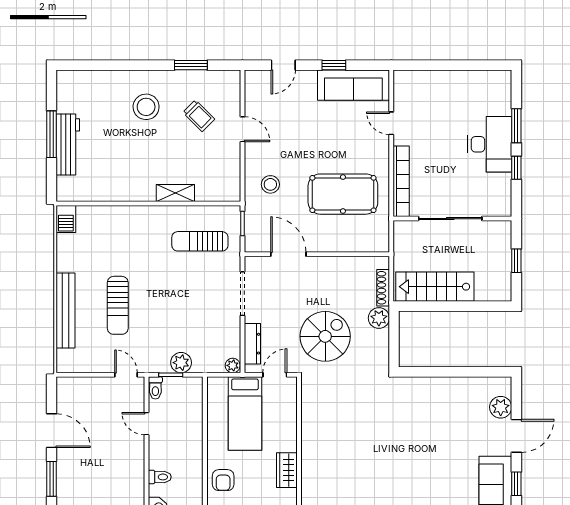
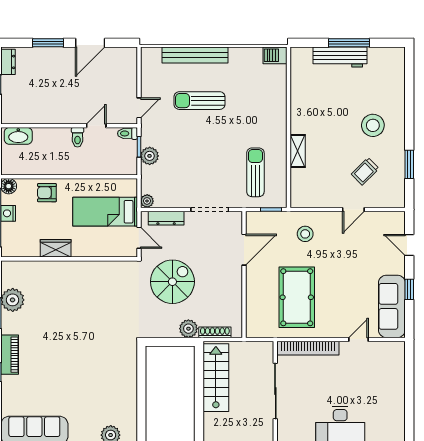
spiral stairs: (325, 336) -> (172, 282), turned -90
toilet: (160, 477) -> (78, 137), moved

